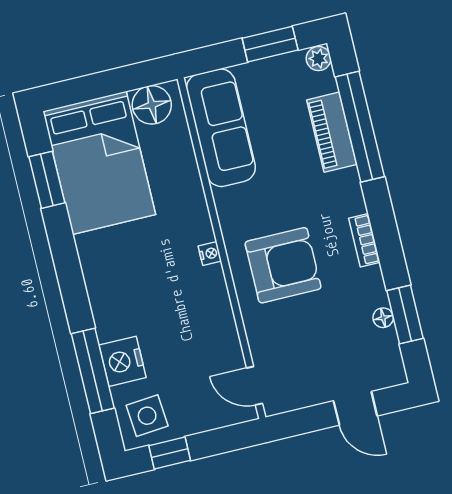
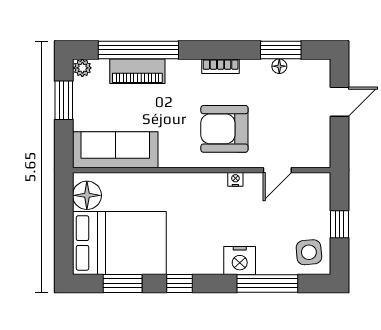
nightstand: (210, 254) -> (235, 179), moved
window: (65, 255) -> (180, 283), added
armchair: (283, 265) -> (224, 129), turned -90
nightstand: (123, 361) -> (240, 260), moved
door: (255, 386) -> (277, 170), moved
window: (170, 453) -> (339, 224), moved

